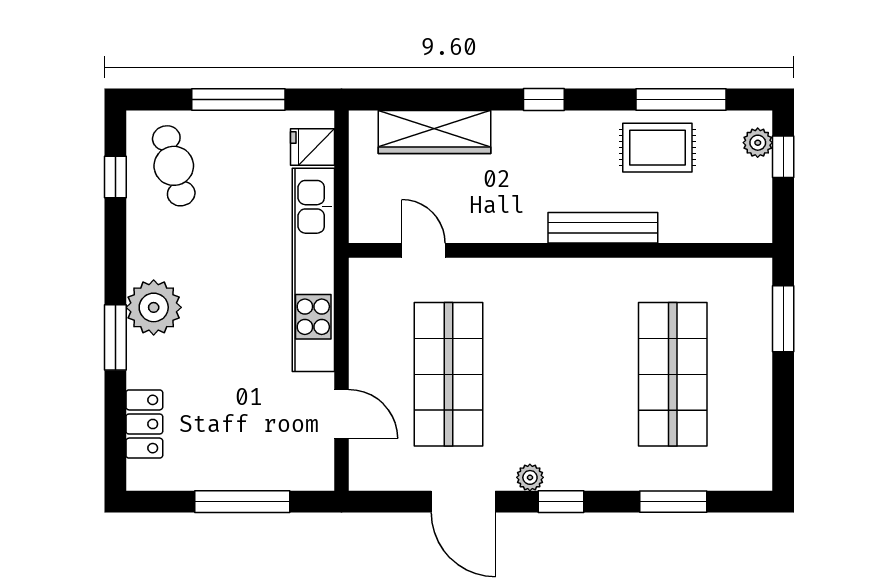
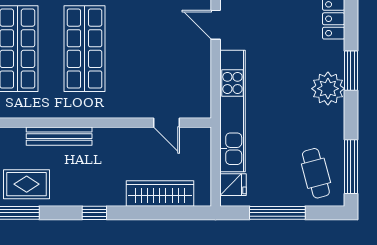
window: (115, 177) -> (351, 167), width x2.17
shop shelf: (448, 374) -> (84, 49), moved

